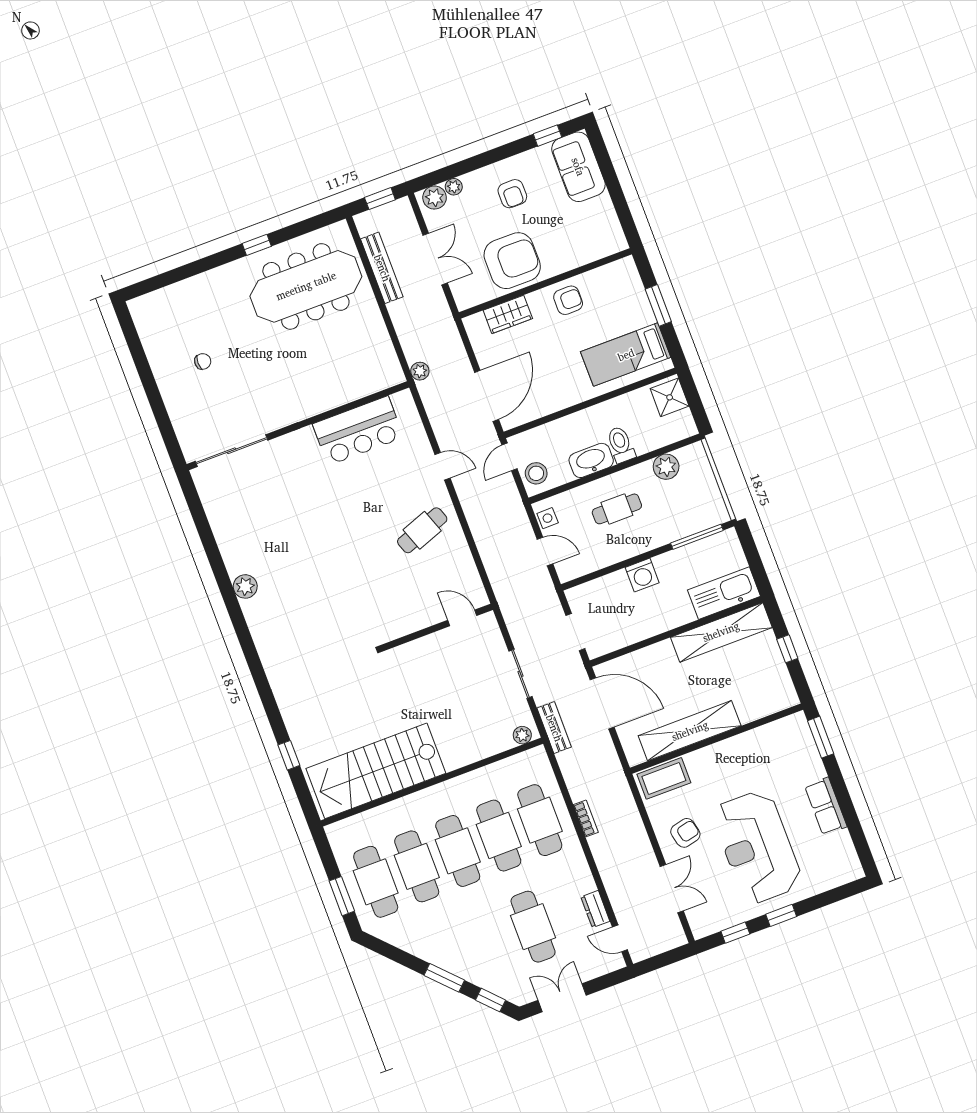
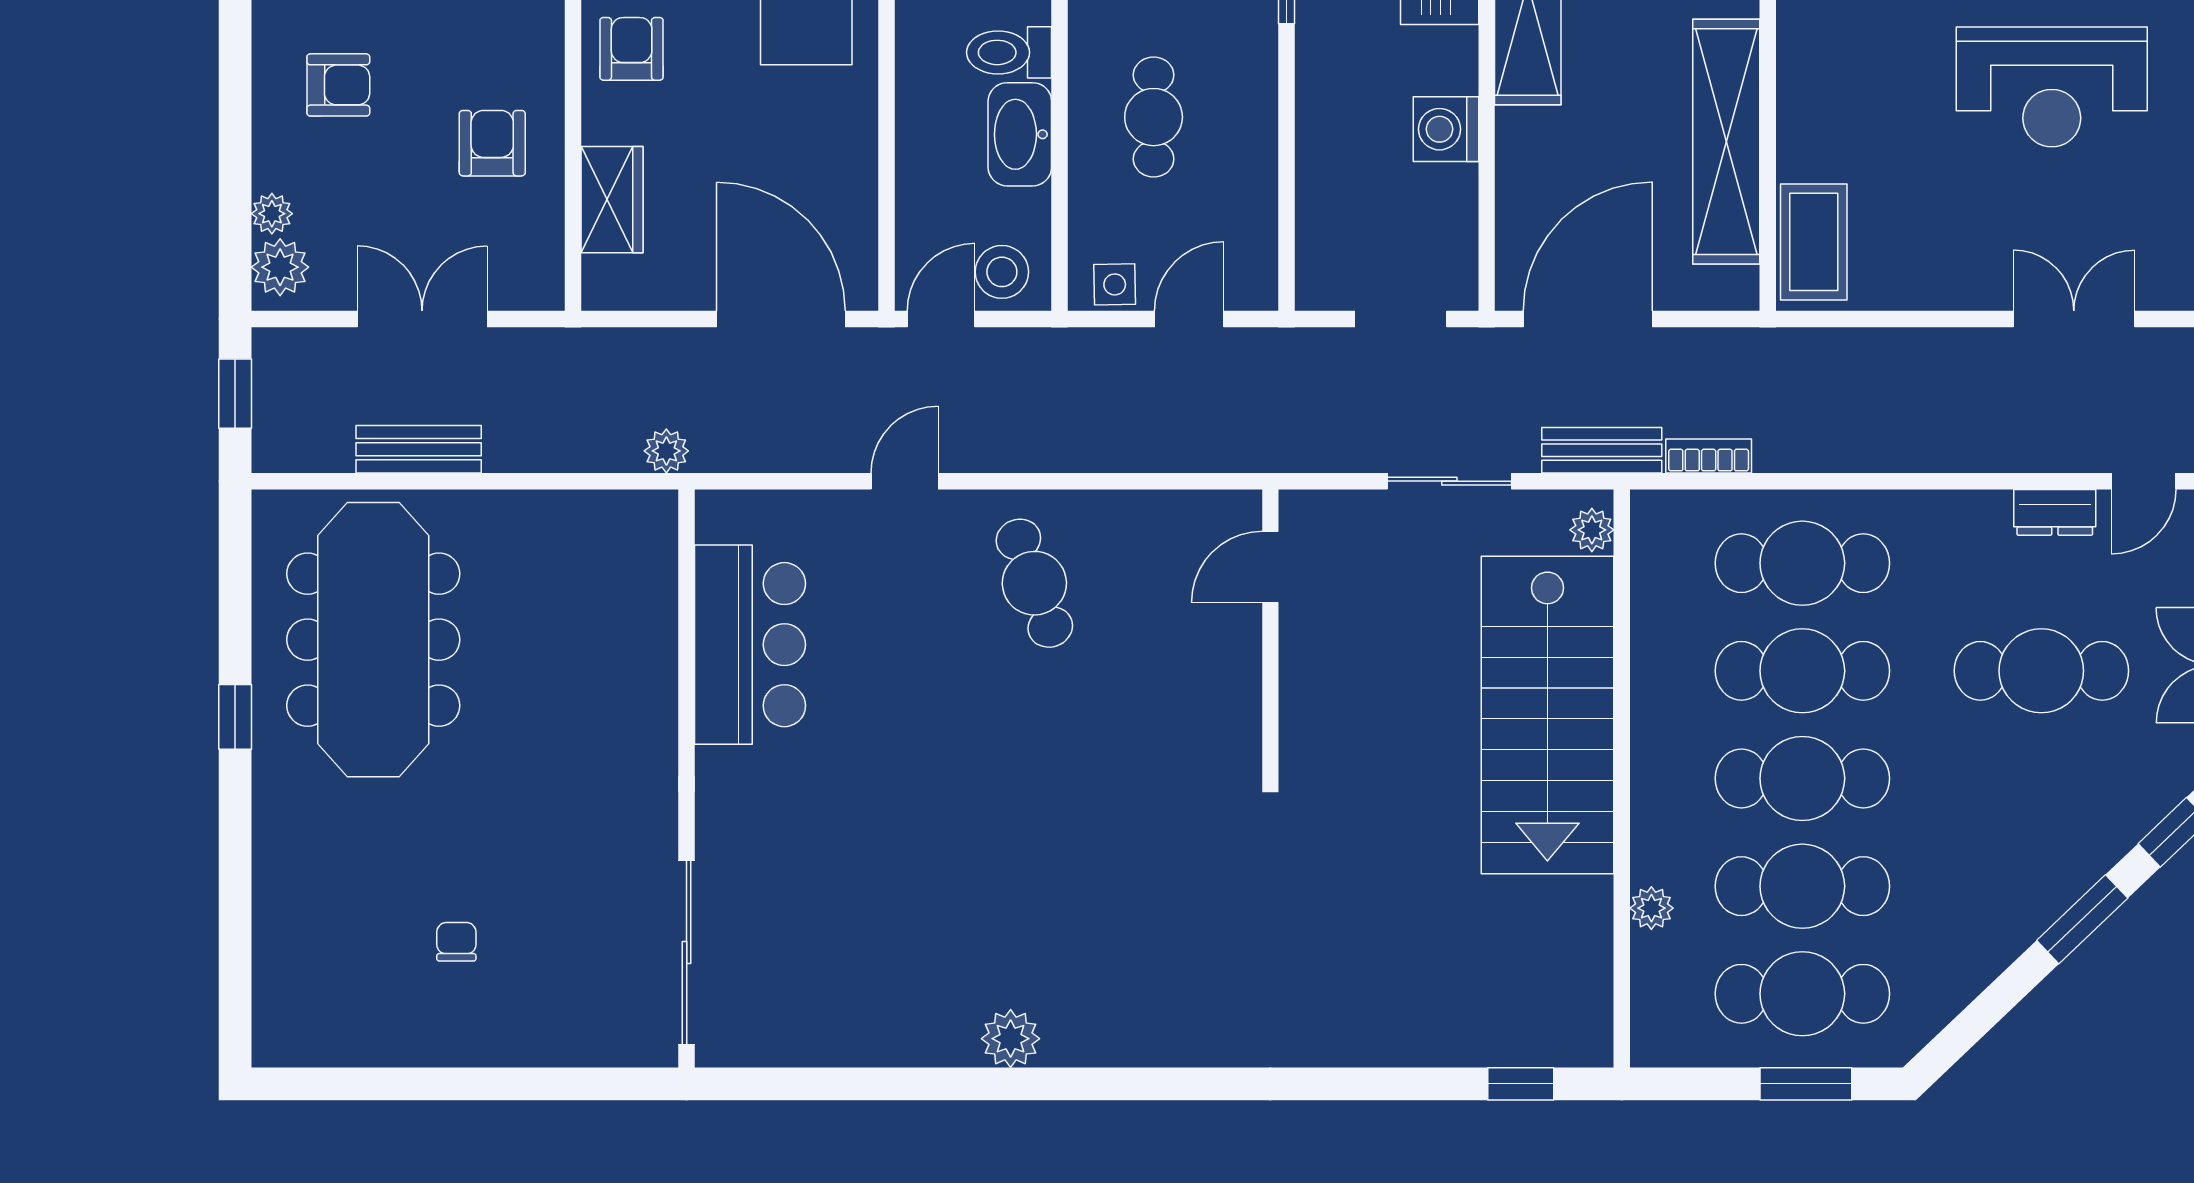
armchair: (512, 261) -> (492, 143), width x0.53, depth x0.53
bench: (382, 268) -> (419, 449), width x0.73
door: (509, 457) -> (941, 319), swing flipped
washing machine: (642, 575) -> (1446, 129), moved, turned 180
window: (289, 755) -> (1521, 1084), moved
stairs: (376, 771) -> (1547, 715), moved
plant: (387, 812) -> (1651, 908), added
bookcase: (586, 819) -> (1709, 456), moved
armchair: (685, 833) -> (1958, 239), removed
reception desk: (757, 847) -> (2052, 87), width x0.74, depth x0.77

